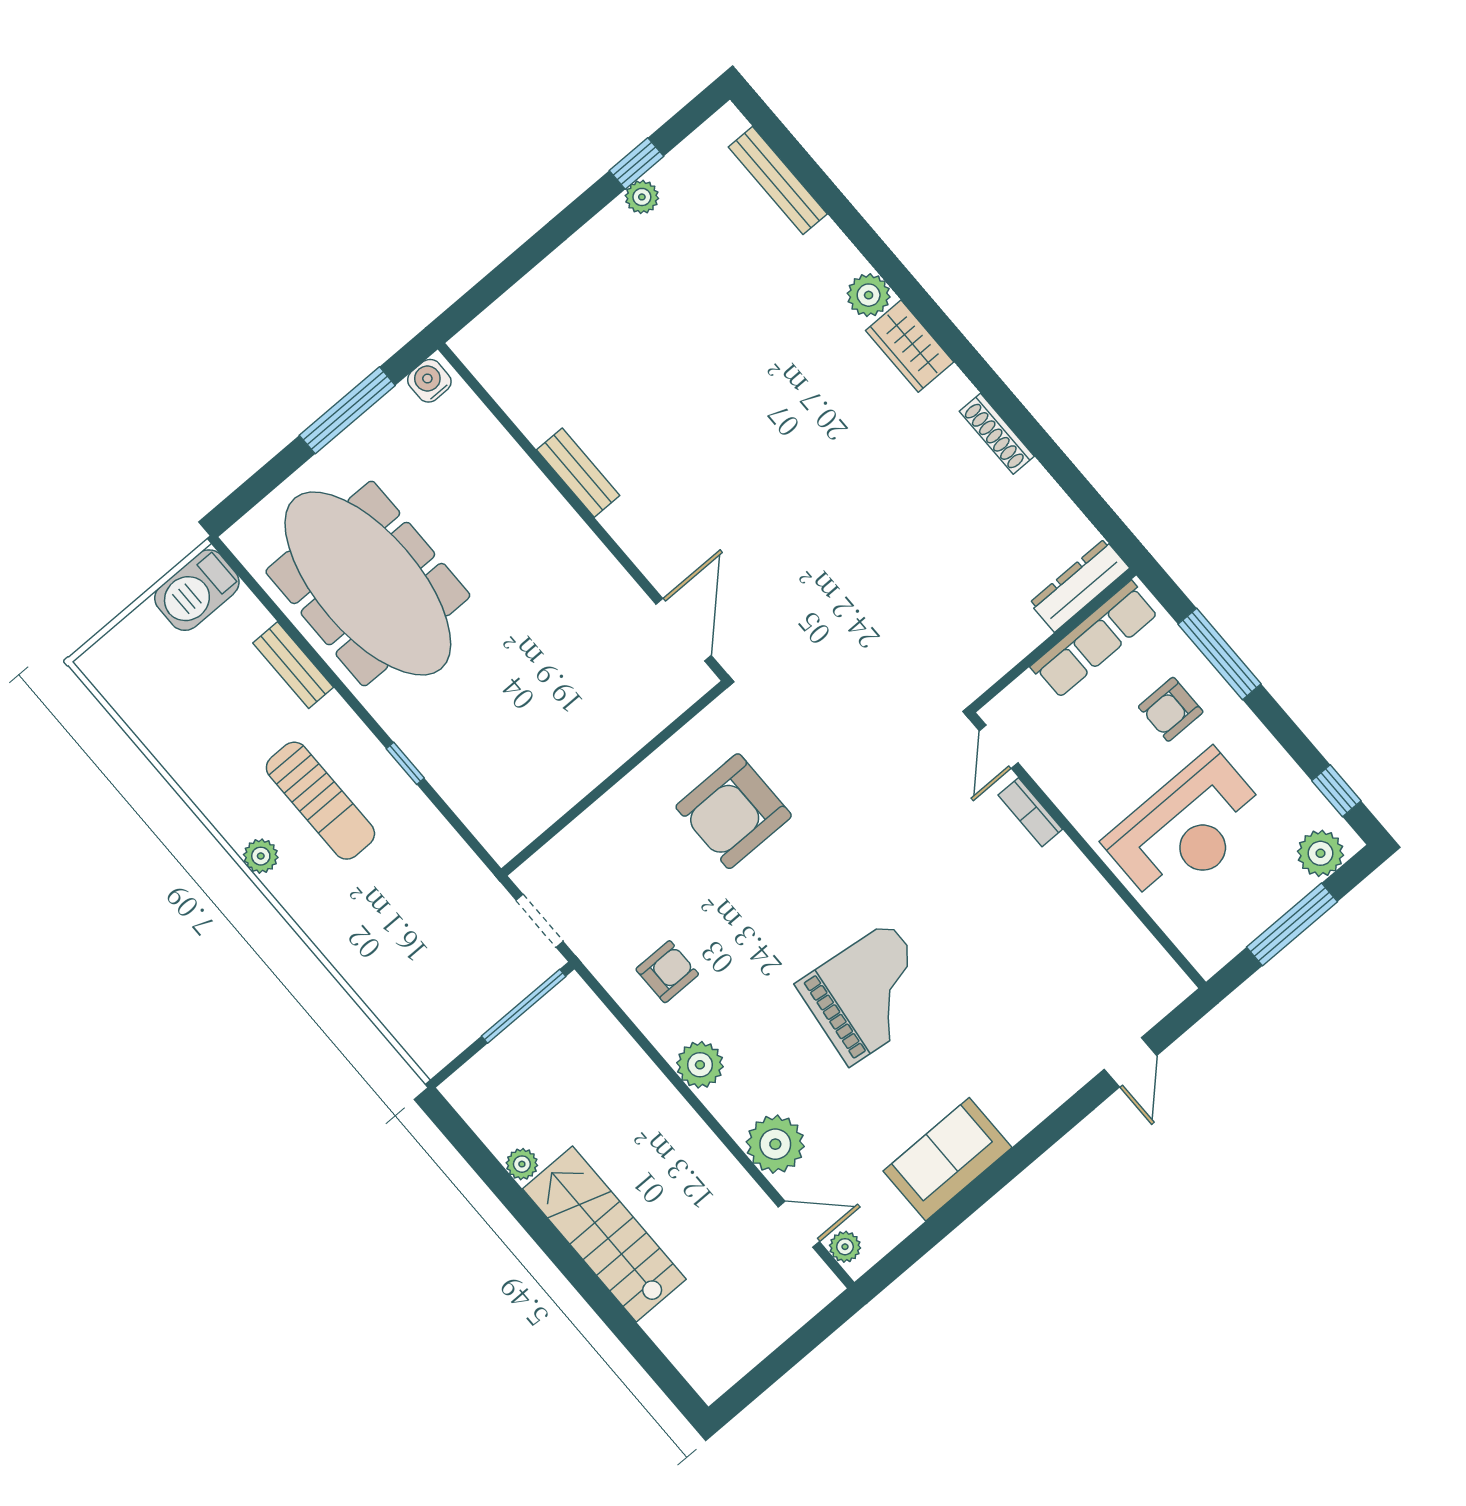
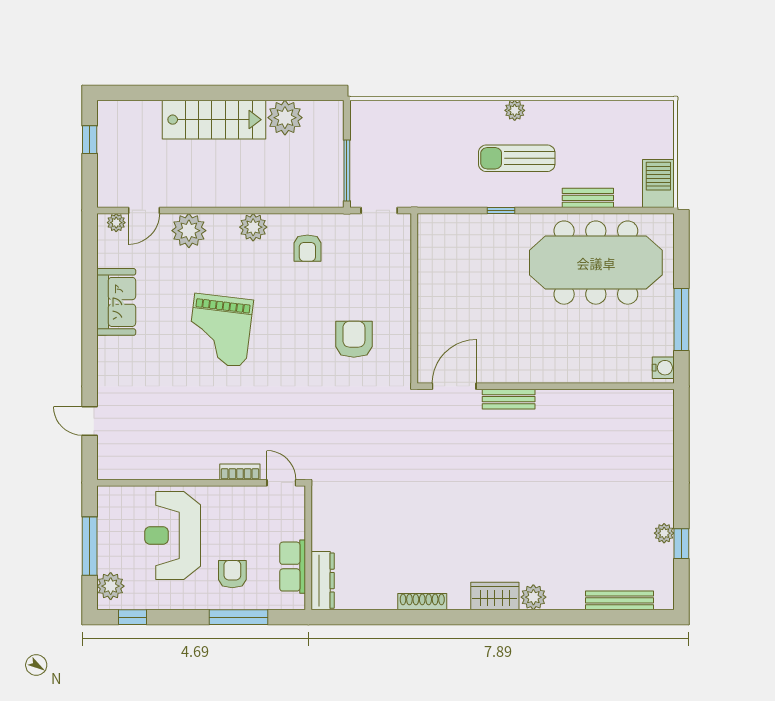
bench: (578, 473) -> (509, 399), moved
door: (684, 630) -> (454, 386), swing flipped
row of seats: (1095, 640) -> (293, 567), width x0.68
armchair: (734, 811) -> (354, 339), width x0.73, depth x0.73
plant: (522, 1164) -> (285, 118), width x1.87, depth x1.87
window: (767, 1373) -> (90, 140), added

